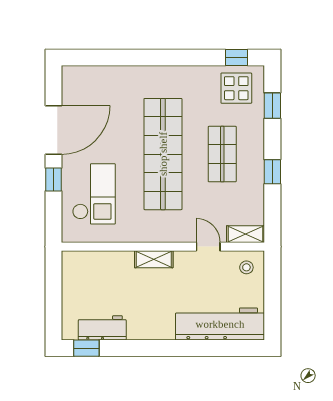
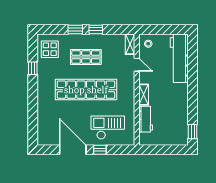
window: (237, 58) -> (33, 68), moved
window: (272, 106) -> (75, 29), moved
door: (208, 247) -> (137, 65), swing flipped
workbench: (102, 328) -> (146, 119), moved, turned 180

